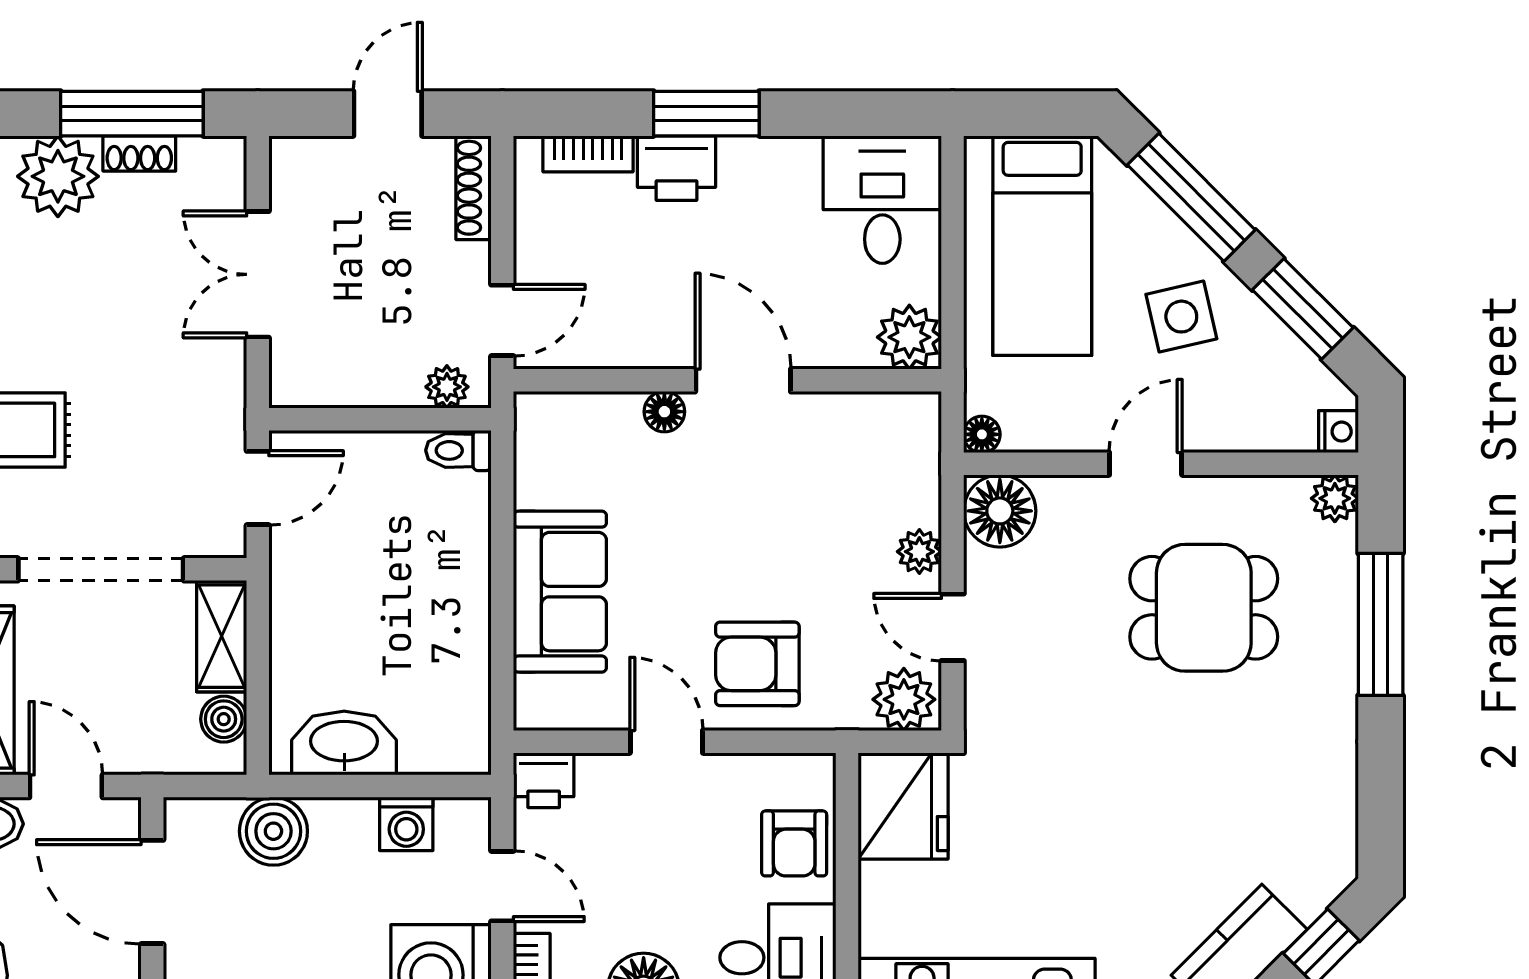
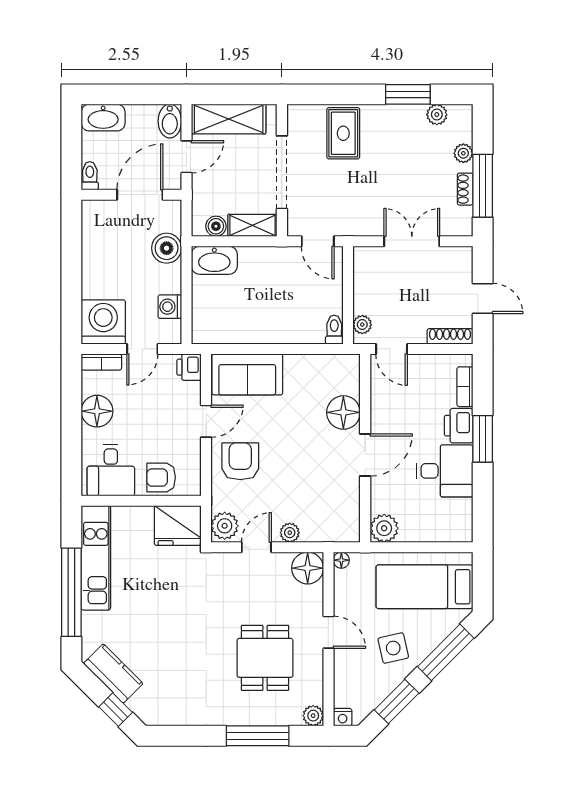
plant: (58, 176) -> (463, 153), width x0.53, depth x0.53
desk: (882, 200) -> (445, 471), moved
floor lamp: (664, 412) -> (343, 412), width x1.89, depth x1.89
sofa: (560, 592) -> (247, 374), moved
washbasin: (344, 743) -> (214, 260), moved, turned 90

